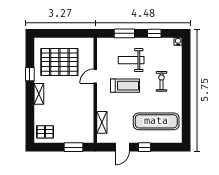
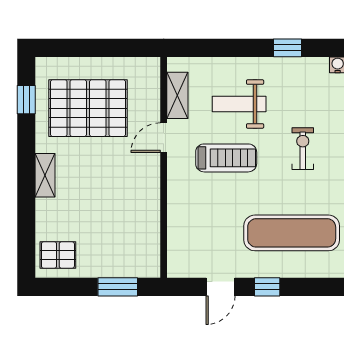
window: (124, 33) -> (225, 48), removed
window: (30, 74) -> (26, 100), moved
shelving: (102, 122) -> (177, 95), moved

